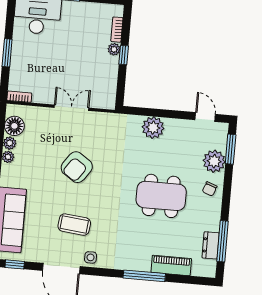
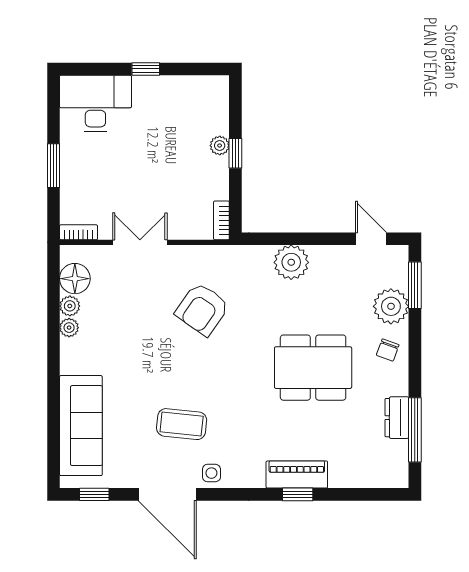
bookcase: (117, 30) -> (221, 220), moved
double door: (72, 108) -> (140, 242), moved
armchair: (77, 167) -> (202, 309), moved
dresser: (211, 245) -> (397, 418), moved
piano: (171, 265) -> (297, 475), moved
window: (144, 276) -> (298, 494), width x0.46

